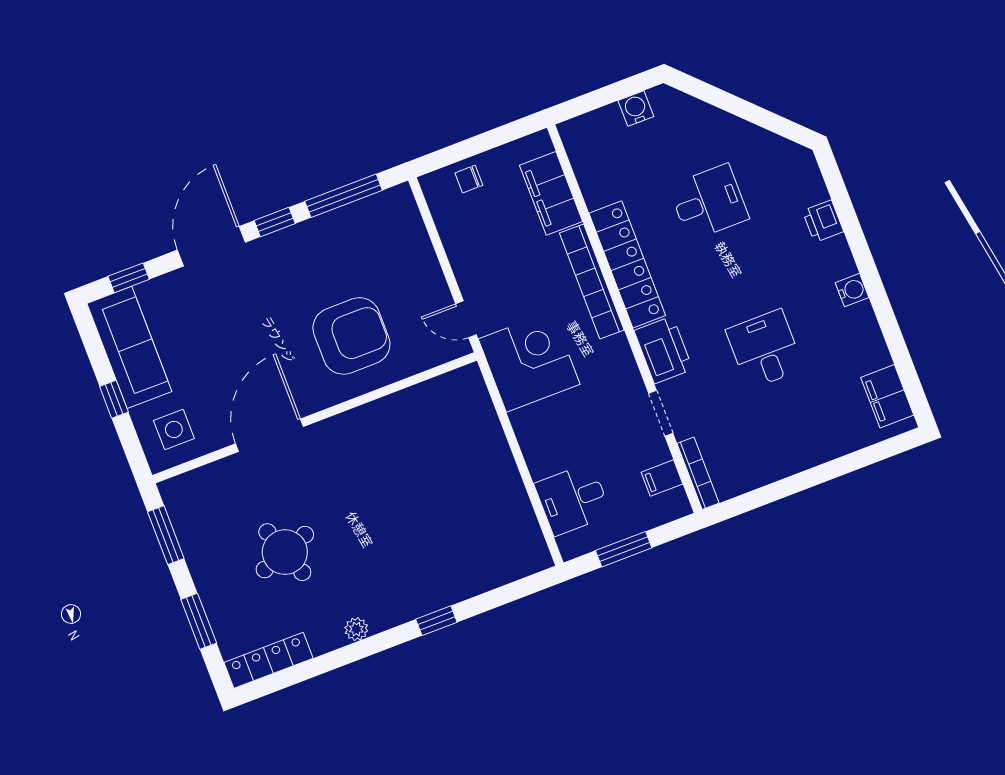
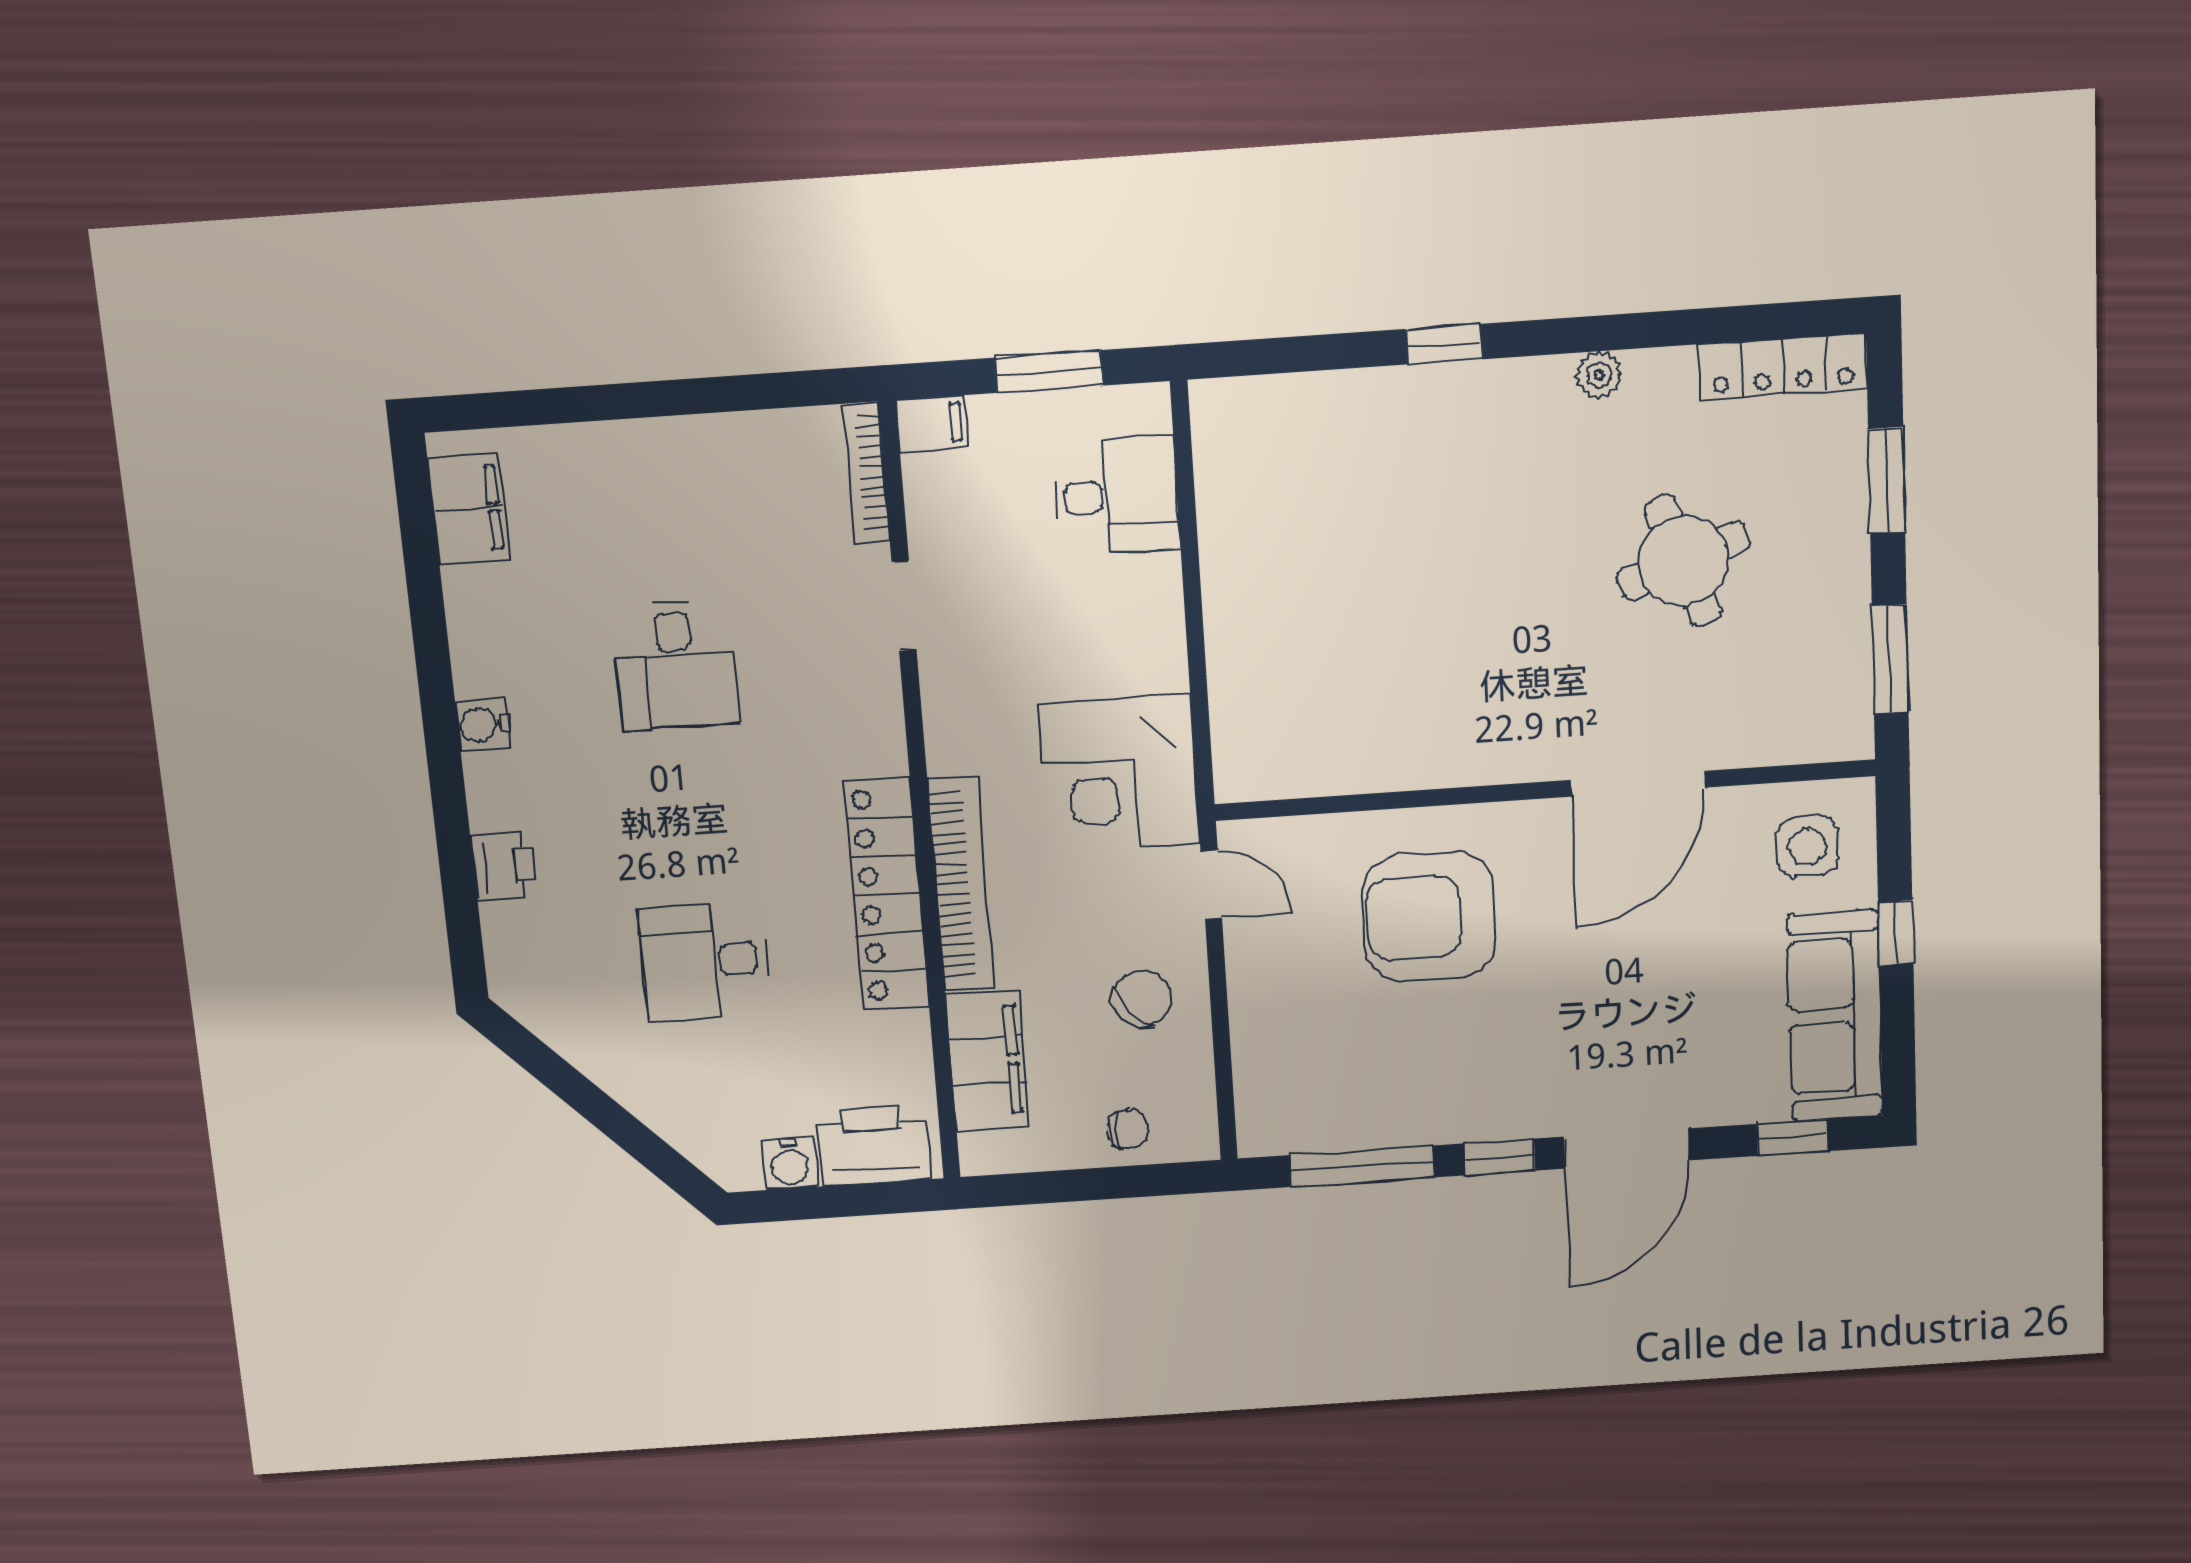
chair: (483, 250) -> (1142, 998), added
printer: (663, 350) -> (873, 1145), moved, turned 90
filing cabinet: (662, 478) -> (932, 423), moved

